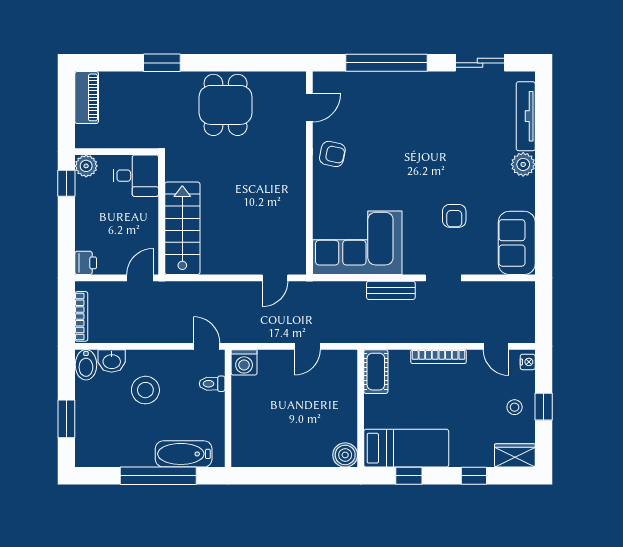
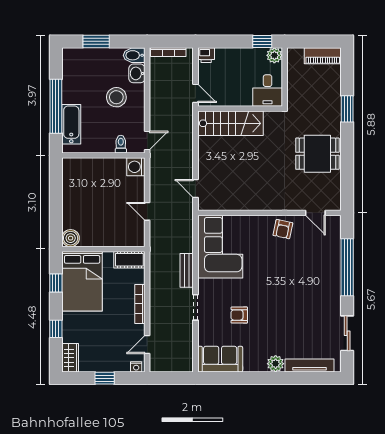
stool: (515, 407) -> (104, 358), removed
bed: (406, 448) -> (82, 281), width x1.50

